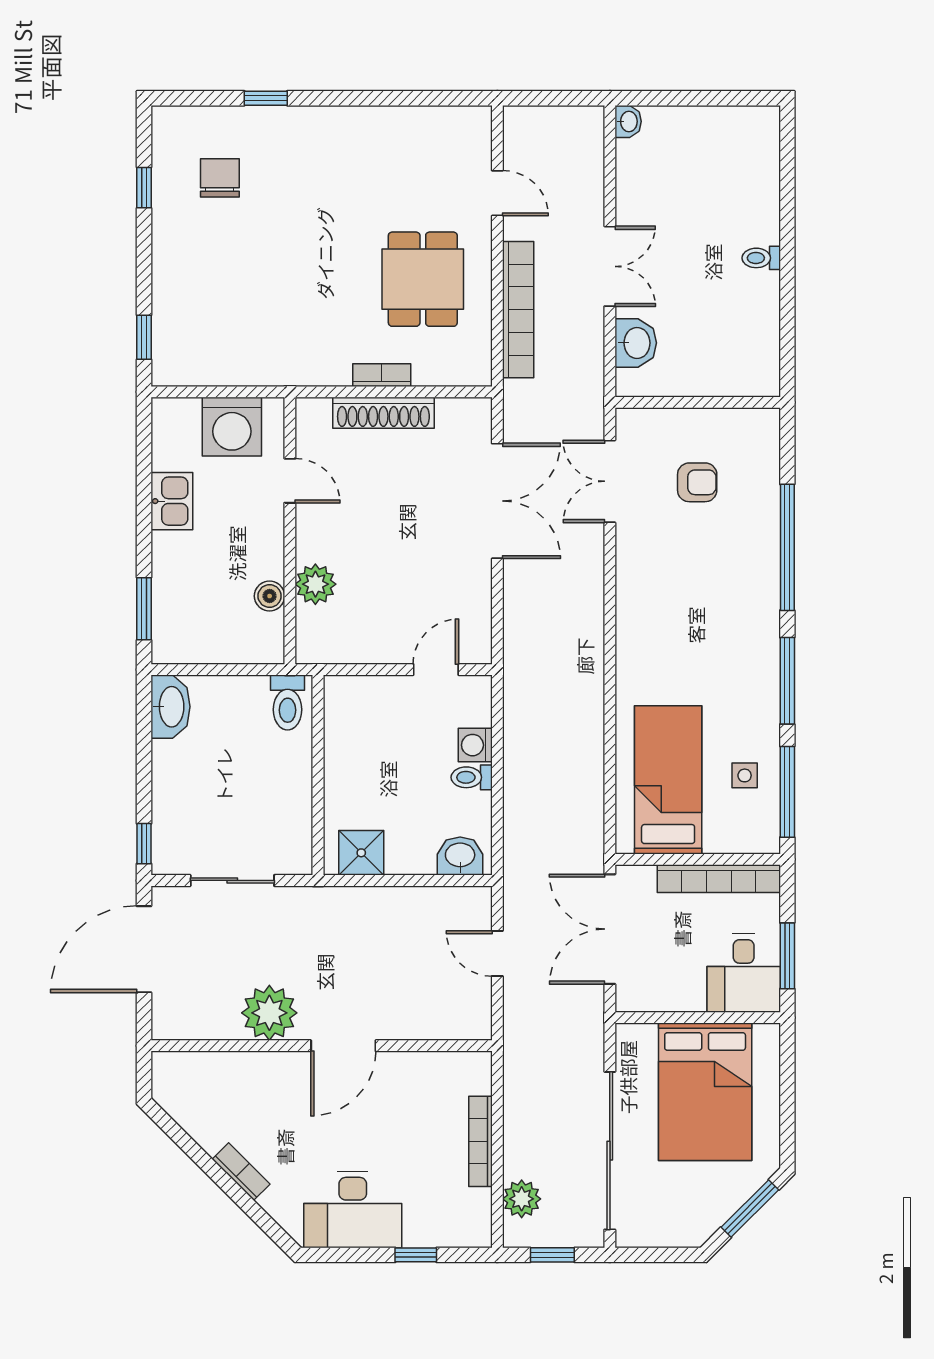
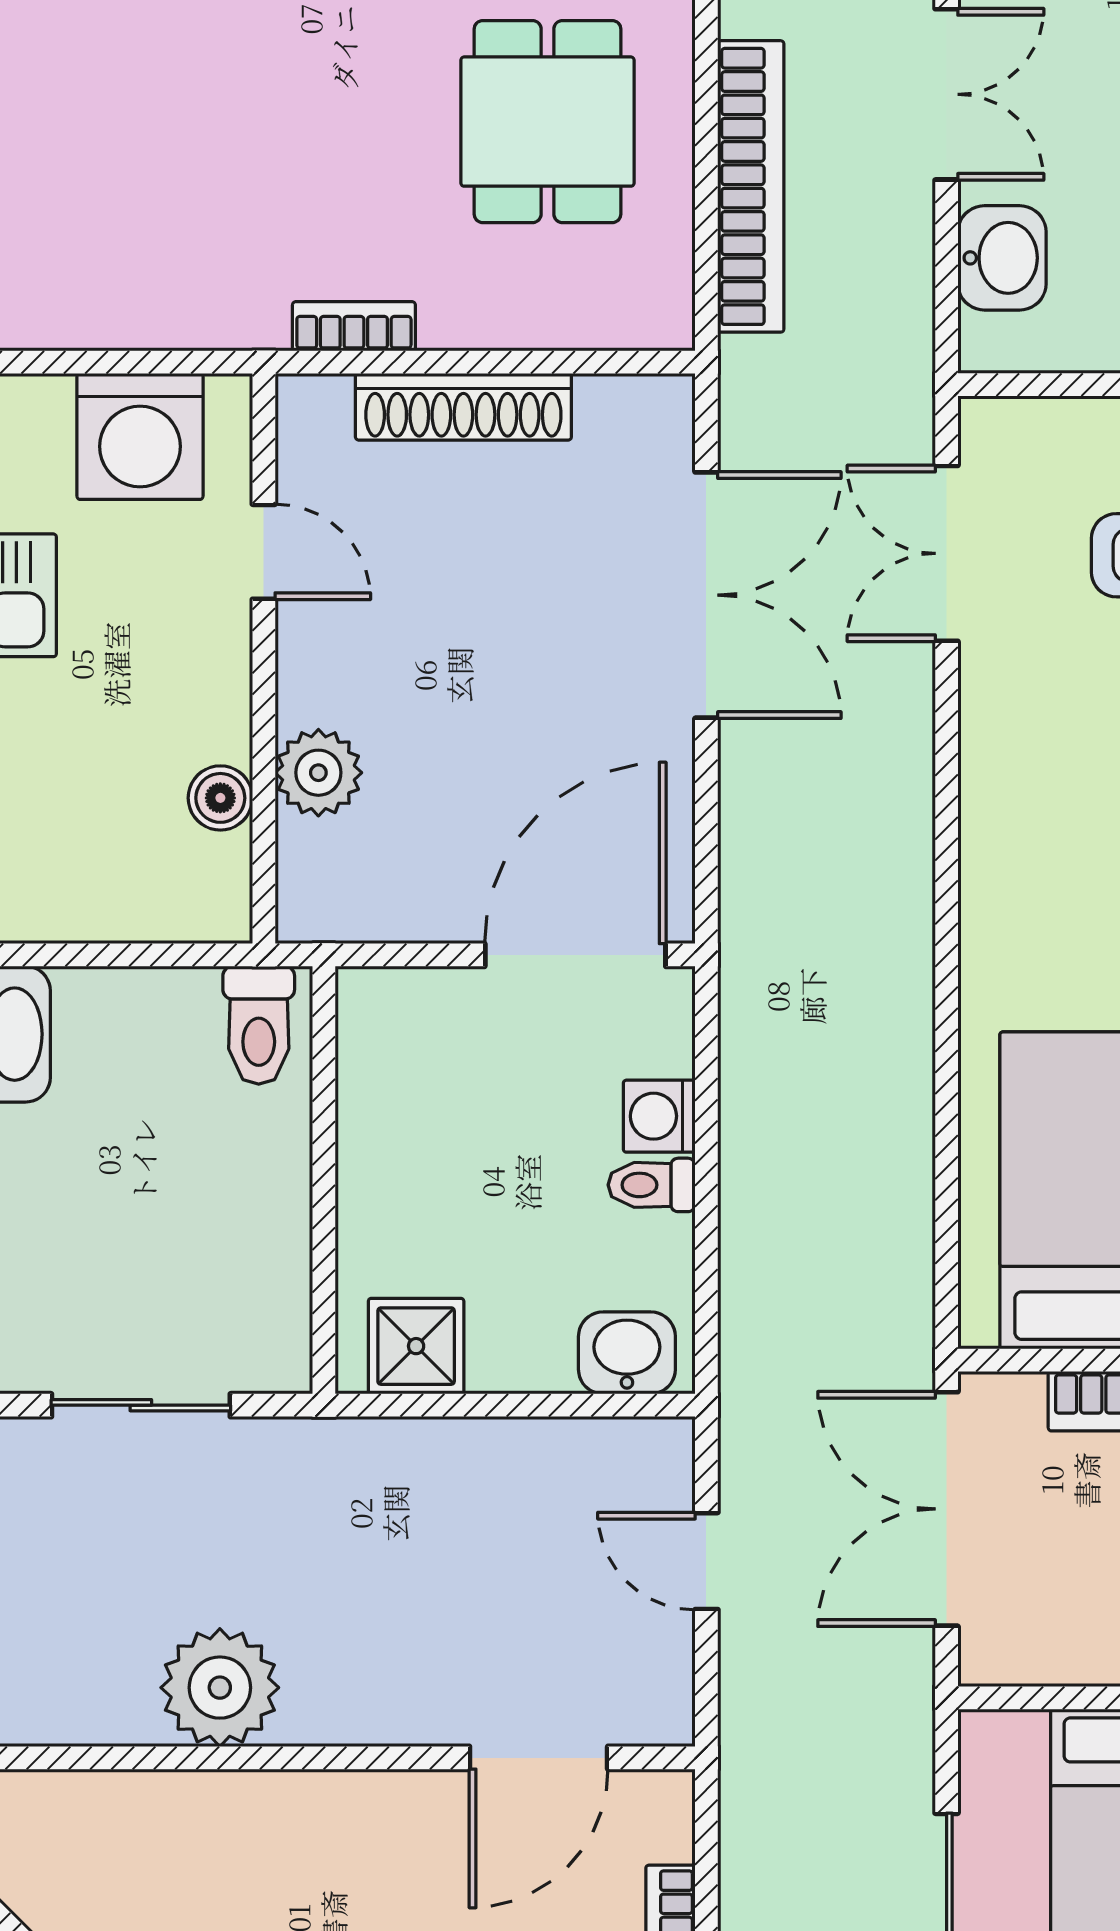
bookcase: (382, 375) -> (354, 326), moved
door: (436, 670) -> (575, 955), width x1.88
door: (343, 1046) -> (539, 1758), moved

